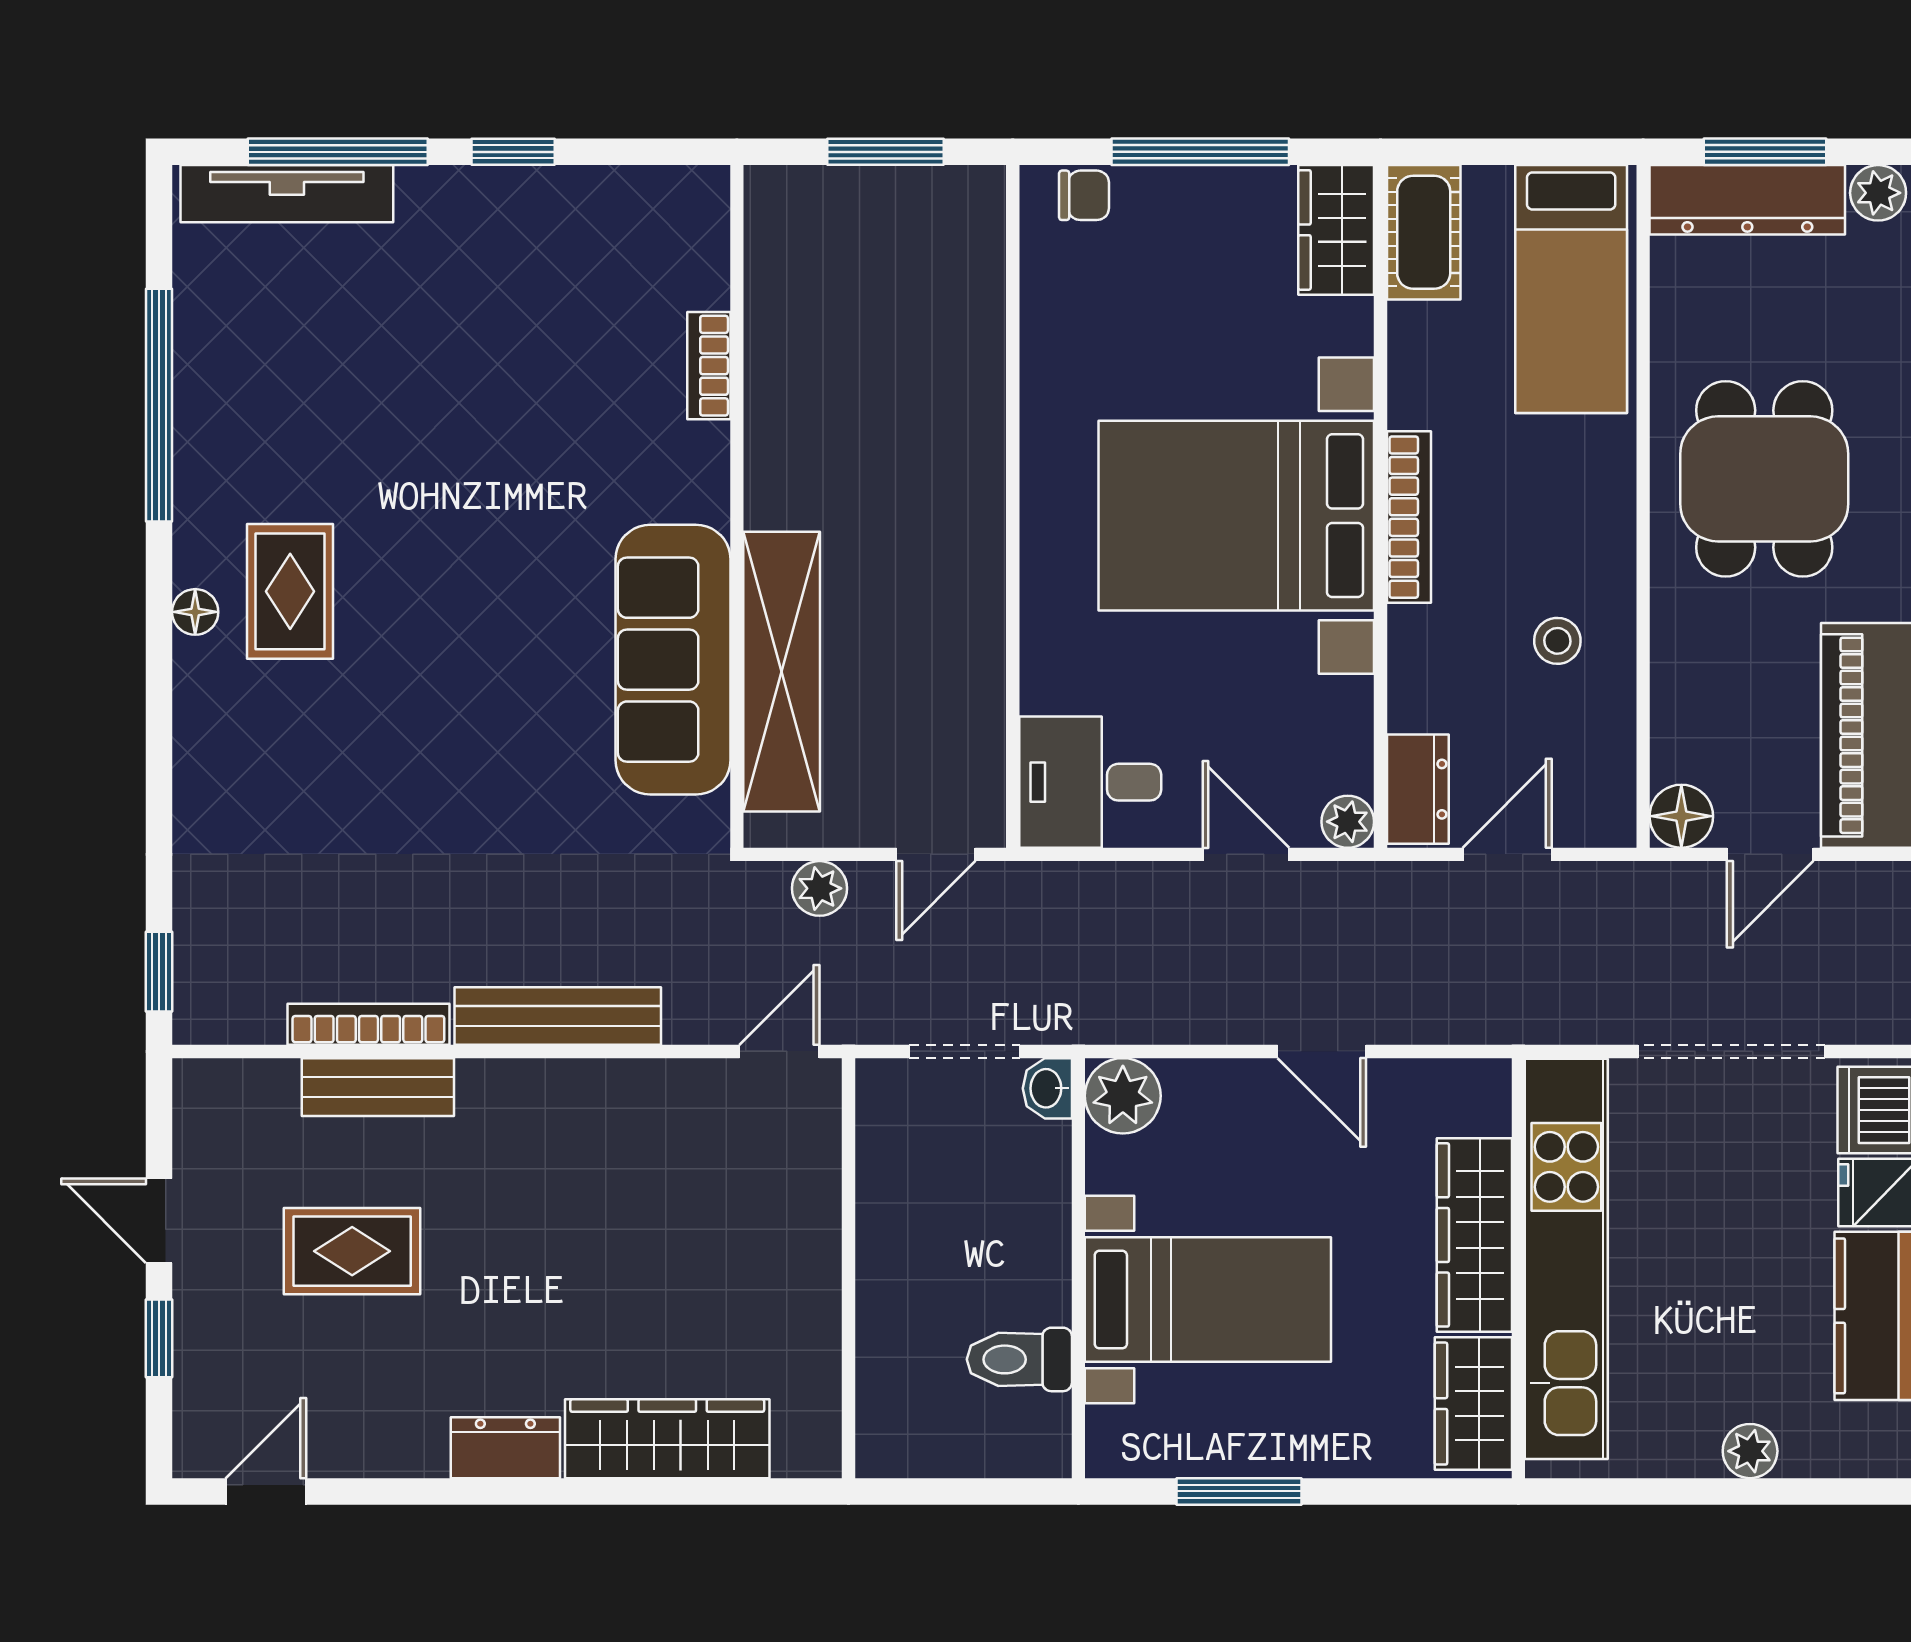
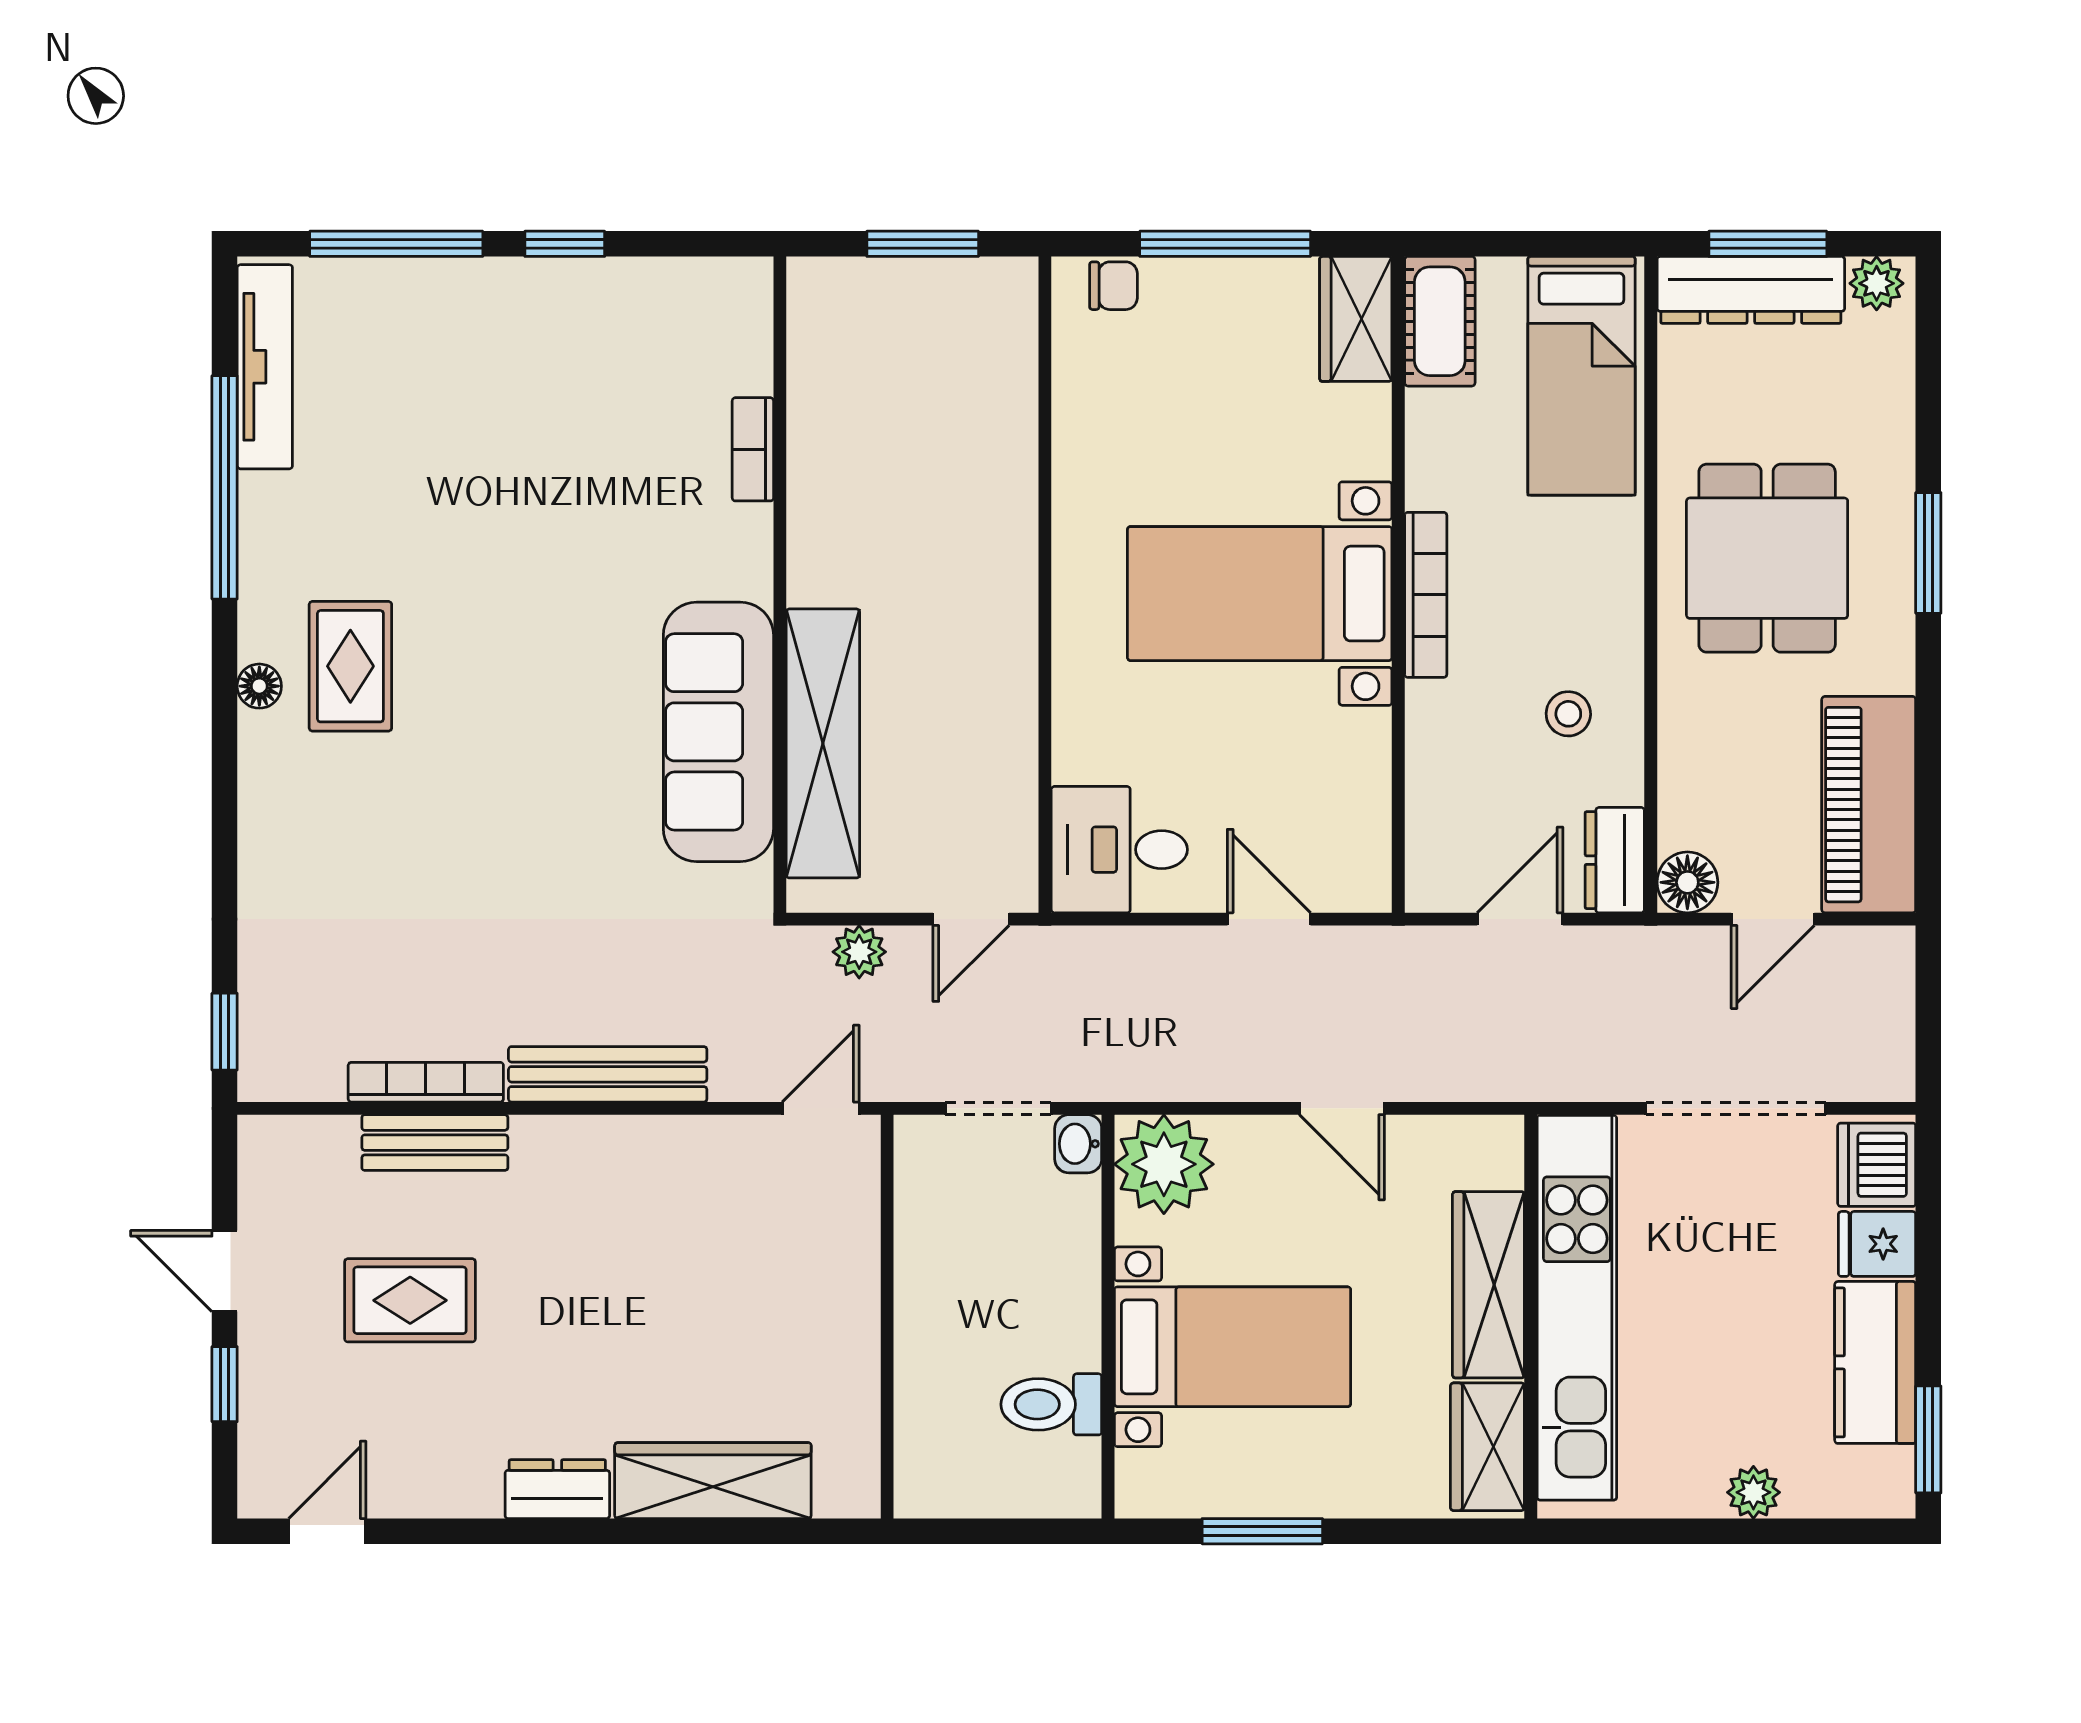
tv unit: (287, 194) -> (265, 367), moved, turned -90
bed with nightstands: (1236, 516) -> (1260, 594), width x0.73
dresser: (1418, 789) -> (1615, 860), moved, turned 180
plant: (1348, 822) -> (1367, 888), removed
plant: (1123, 1096) -> (1164, 1164), width x1.36, depth x1.36

